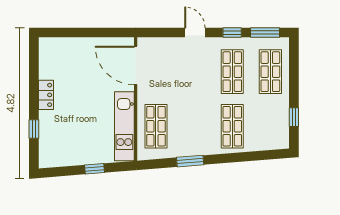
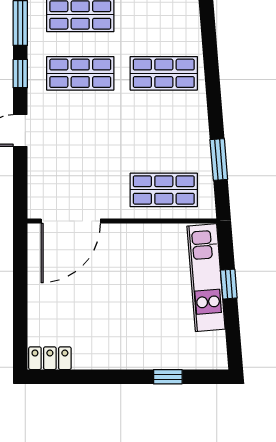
locker: (46, 95) -> (50, 358), moved
kitchen unit: (124, 126) -> (206, 278), moved, turned 85
window: (190, 161) -> (219, 160), moved

